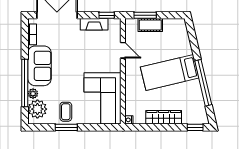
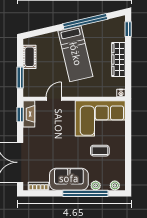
fireplace: (94, 24) -> (29, 114), moved
cot: (150, 25) -> (30, 57), moved
plant: (37, 109) -> (115, 185), width x0.53, depth x0.53
coffee table: (66, 112) -> (100, 151), moved
window: (66, 127) -> (128, 153), removed

